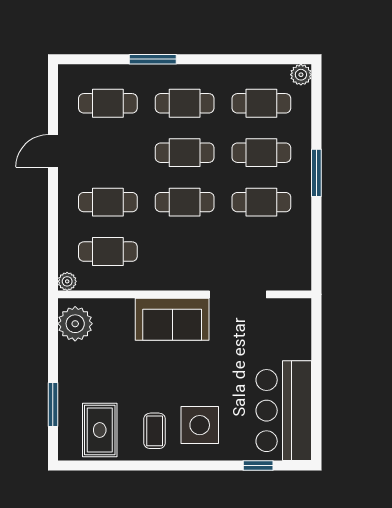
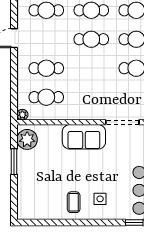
cafe table: (185, 202) -> (91, 68), removed
window: (53, 404) -> (14, 162), moved
side table: (200, 425) -> (100, 199), width x0.54, depth x0.54
rug: (100, 430) -> (41, 202), removed

